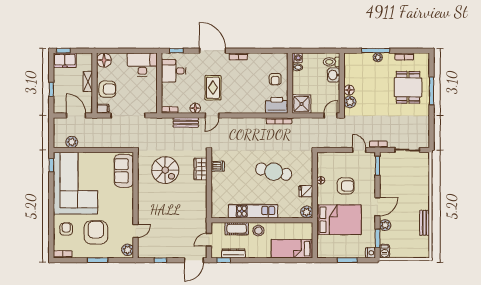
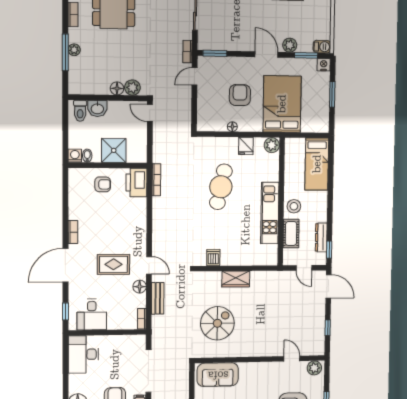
shower: (301, 104) -> (114, 150), moved
wardrobe: (200, 169) -> (236, 279), moved

